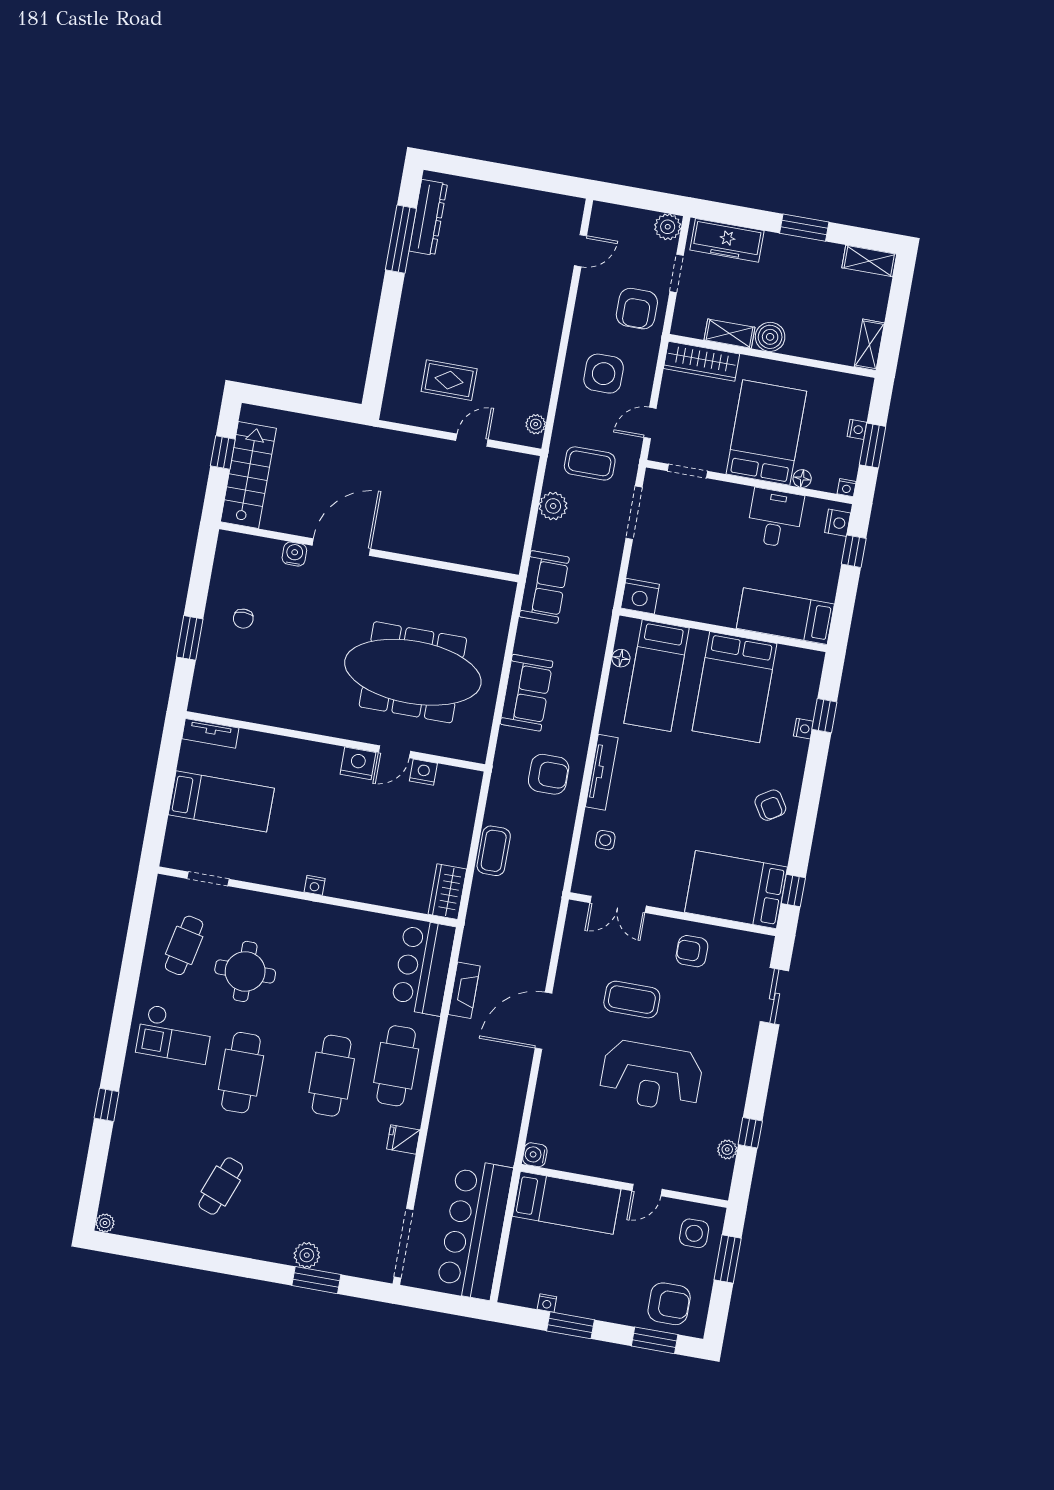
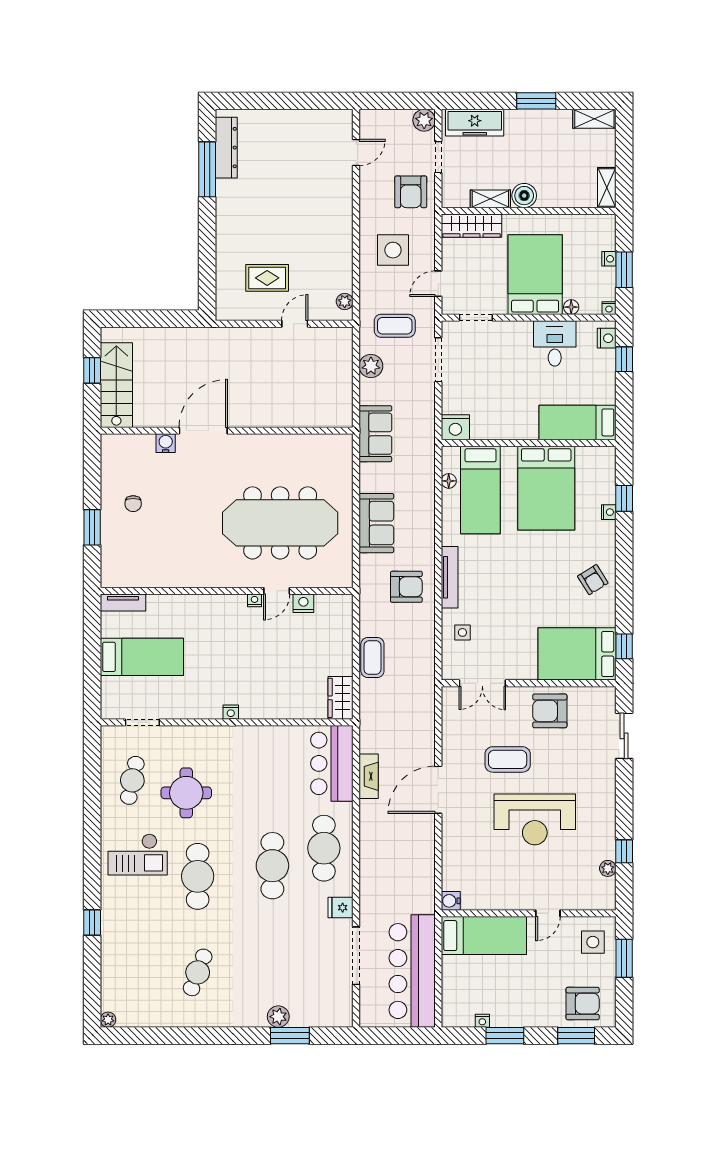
nightstand: (358, 763) -> (255, 600), width x0.53, depth x0.56
armchair: (692, 951) -> (550, 711), width x1.38, depth x1.38
doorway: (404, 1243) -> (356, 956), moved

